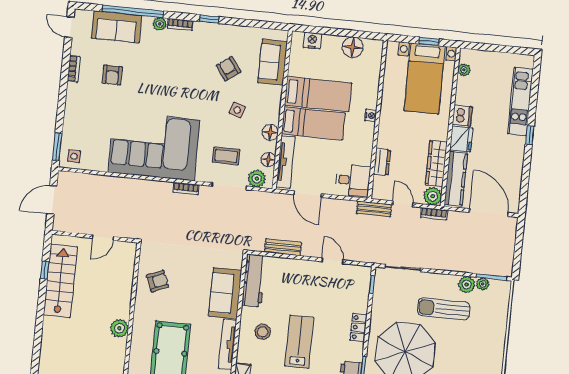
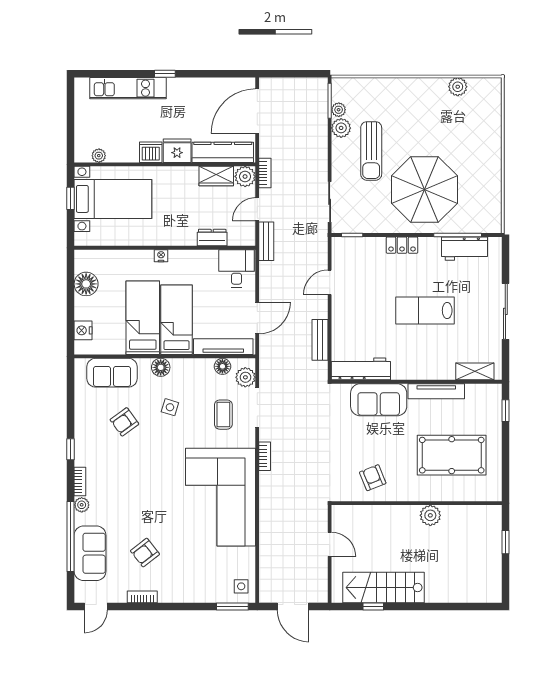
armchair: (112, 75) -> (145, 553), turned 142
floor lamp: (270, 132) -> (161, 367), moved
wardrobe: (436, 163) -> (216, 176), width x0.67
stool: (263, 332) -> (418, 353), removed

